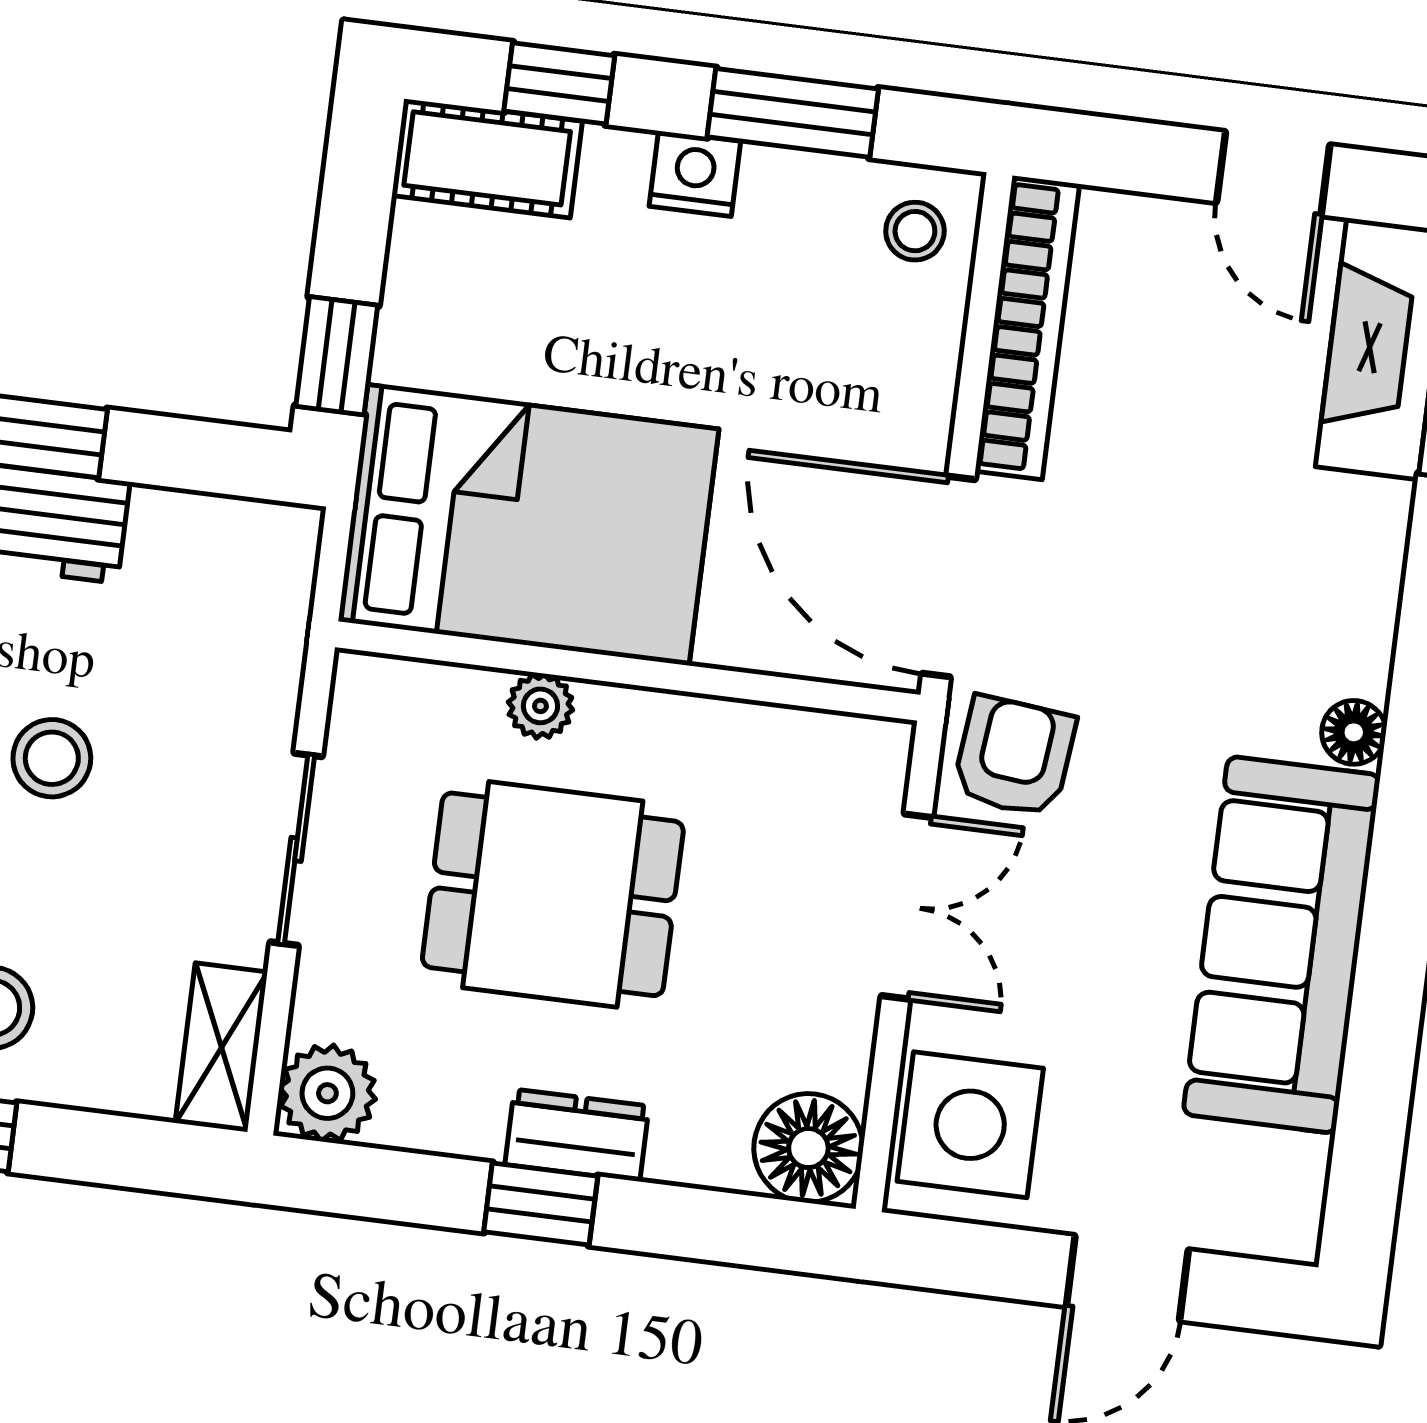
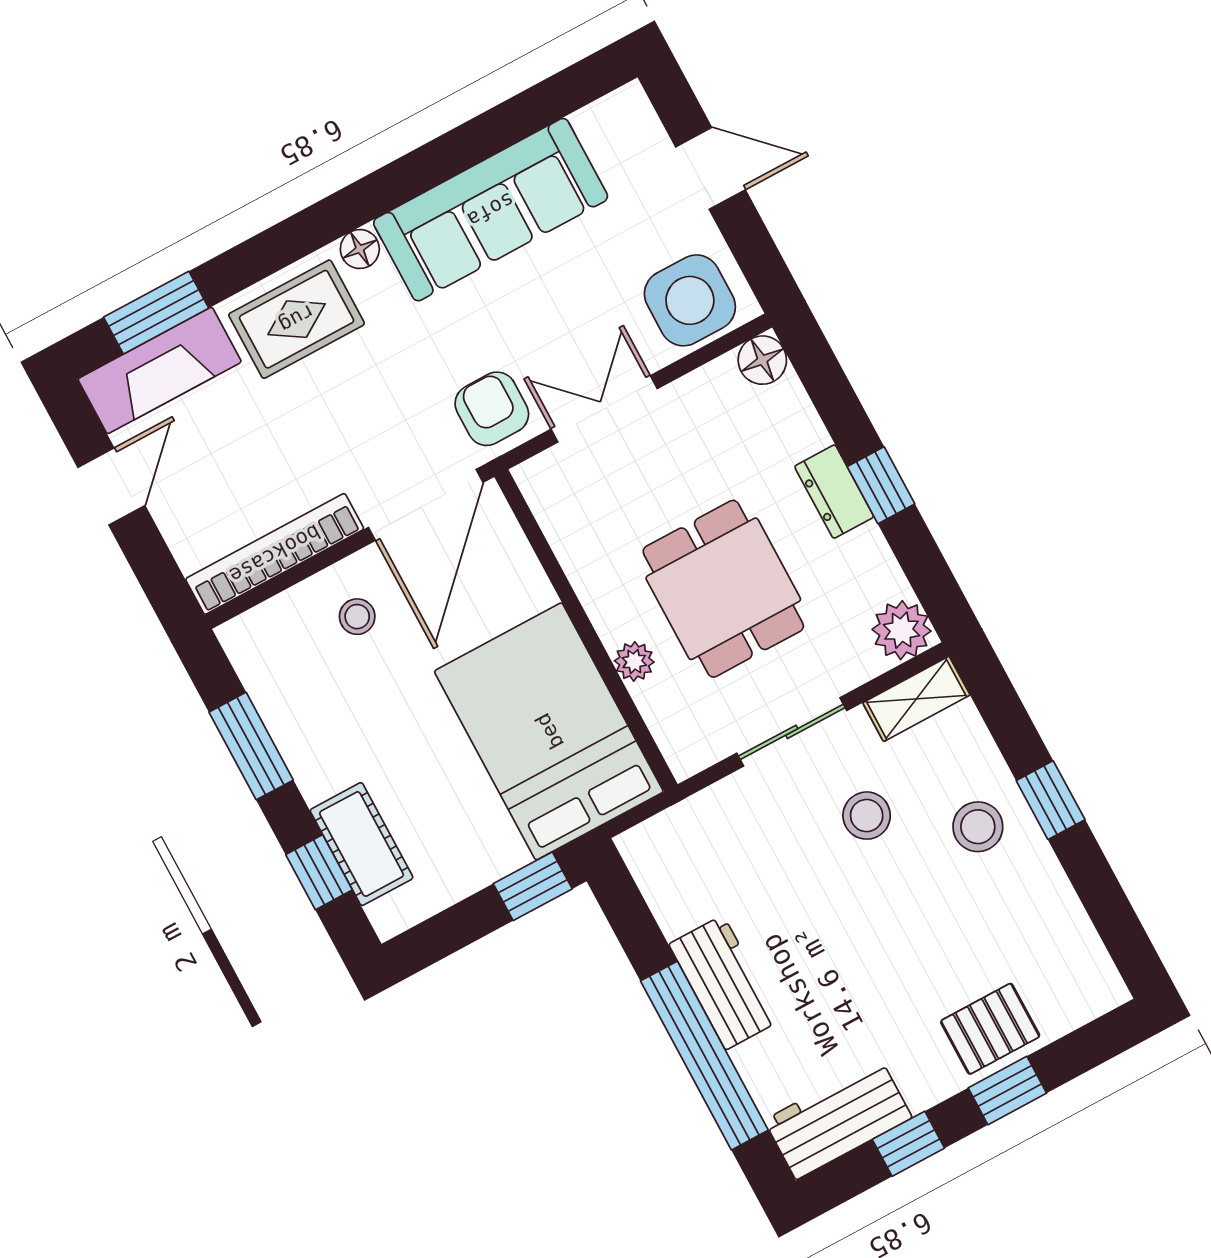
cot: (487, 158) -> (362, 844), moved
nightstand: (695, 174) -> (316, 773), removed
stool: (915, 231) -> (357, 617), moved
rug: (1320, 581) -> (297, 319), added
armchair: (1014, 756) -> (492, 409), turned 84
stool: (52, 758) -> (867, 816), moved
floor lamp: (808, 1148) -> (762, 360), width x0.73, depth x0.73

